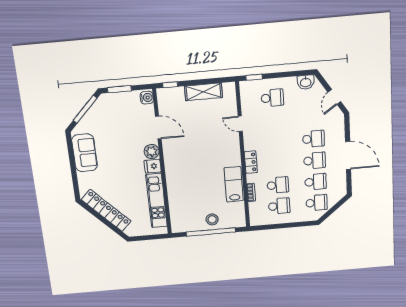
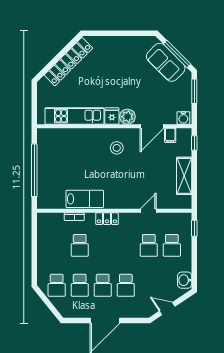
filing cabinet: (165, 109) -> (170, 135), added
sofa: (85, 153) -> (166, 62), moved, turned 45
school desk: (279, 206) -> (149, 245), moved
stool: (212, 219) -> (117, 148), moved

